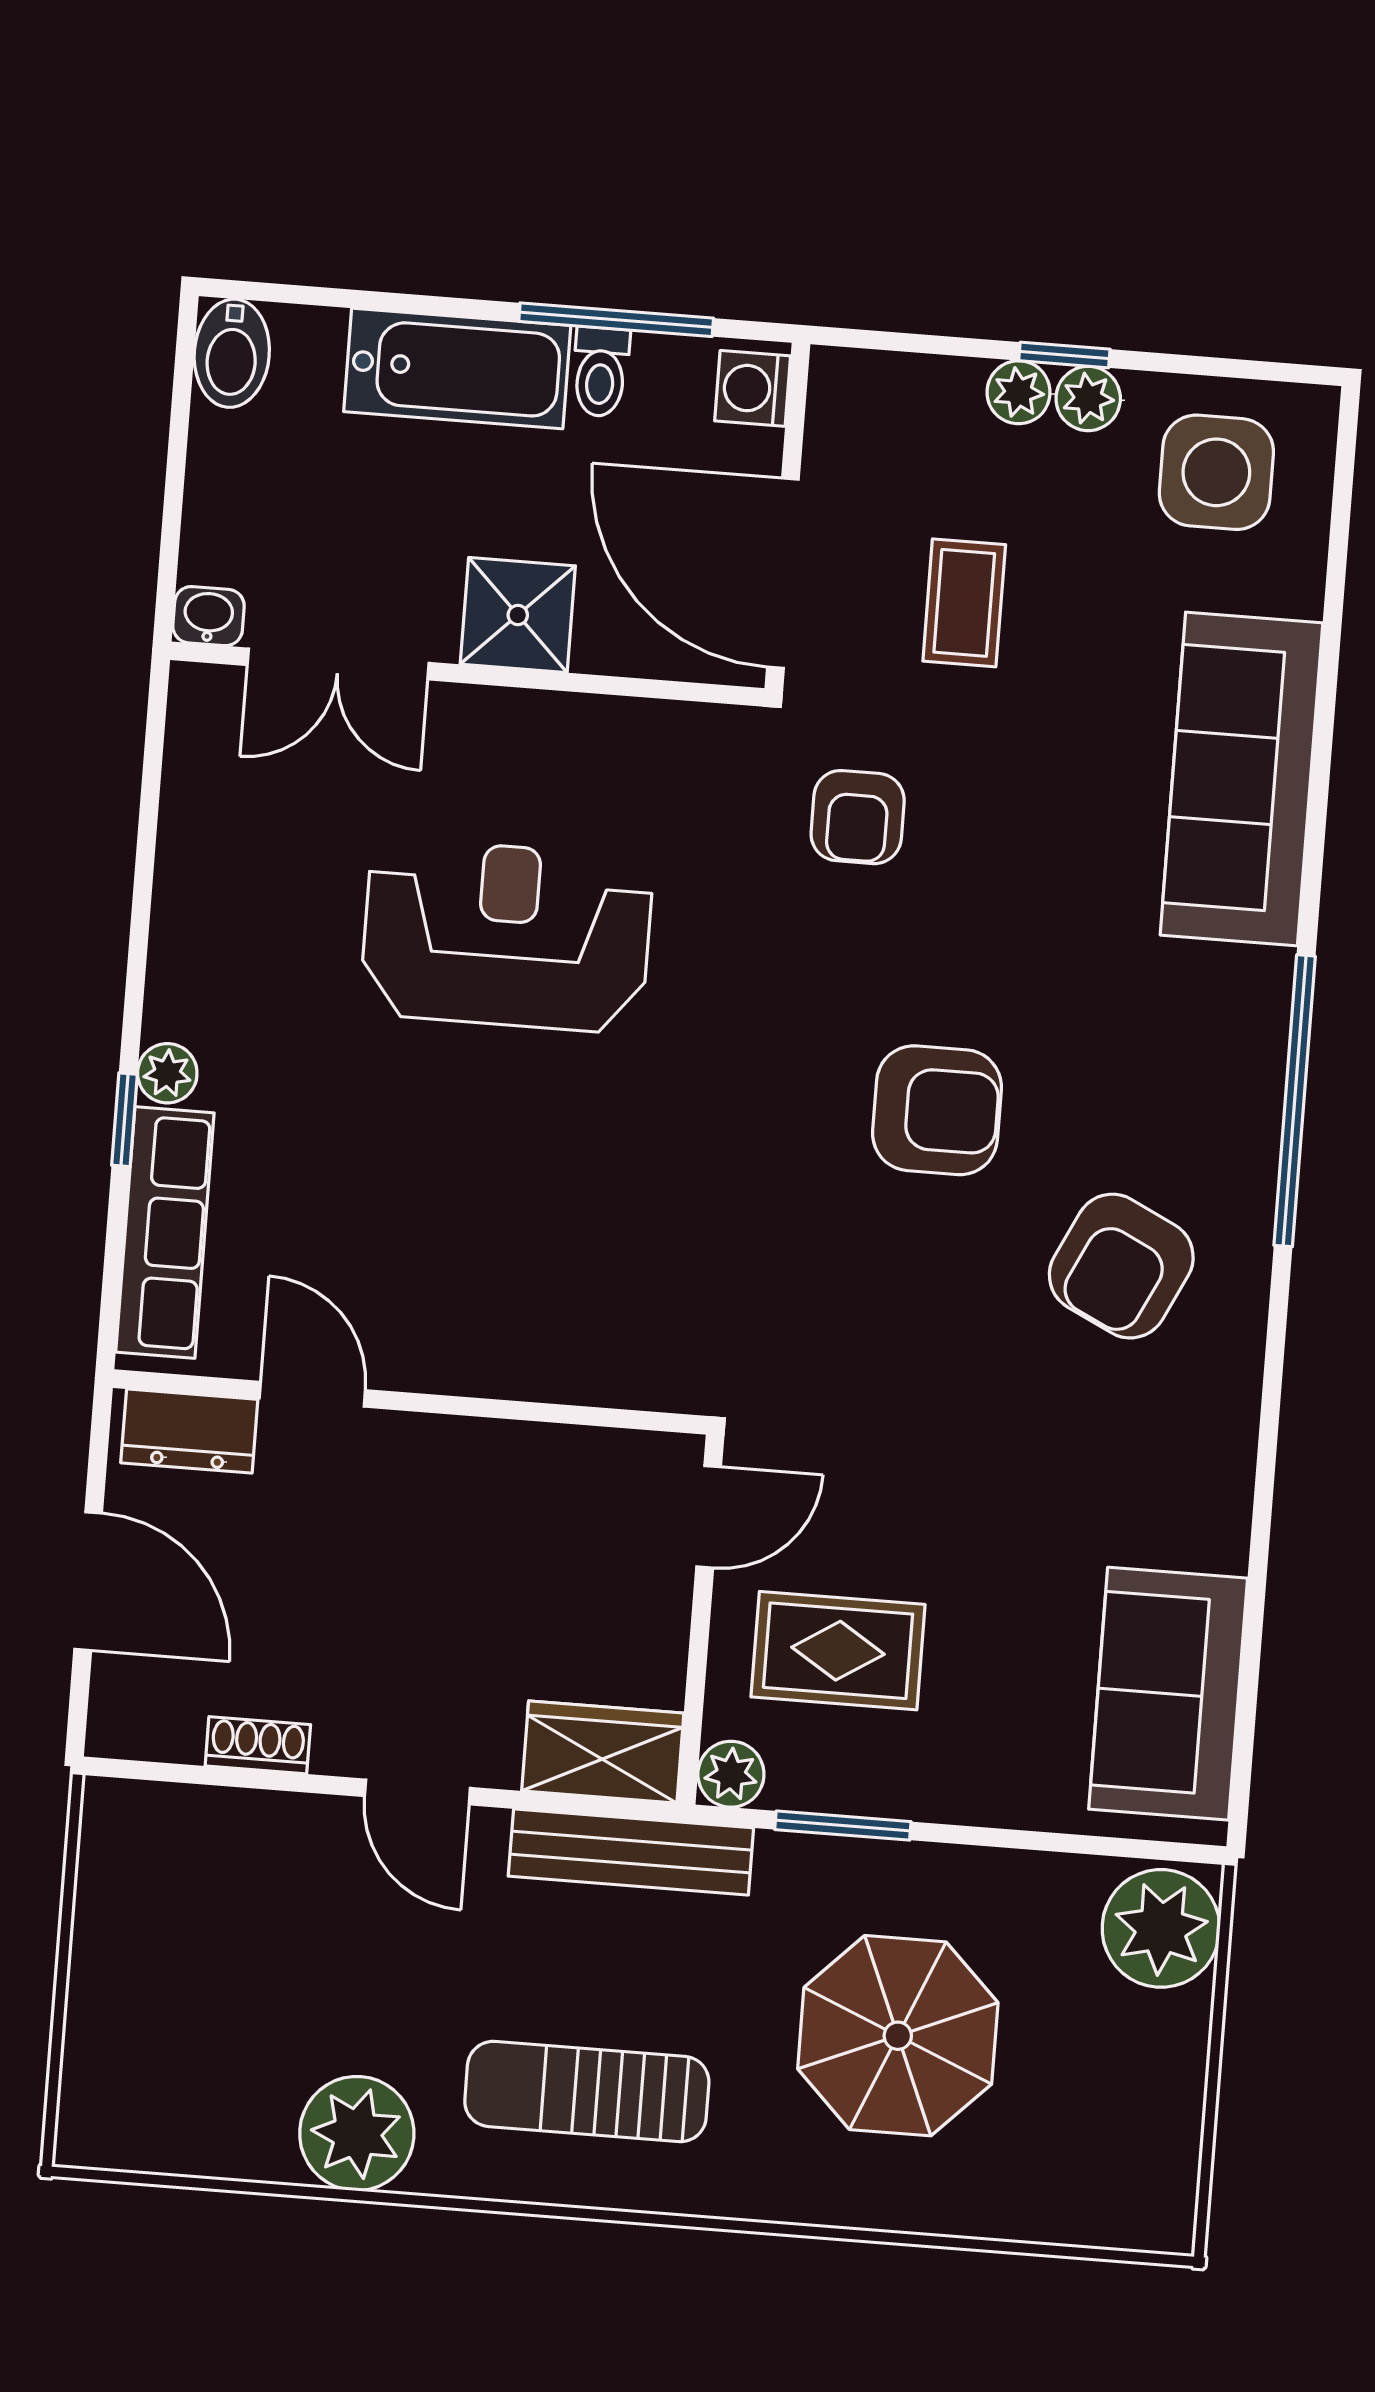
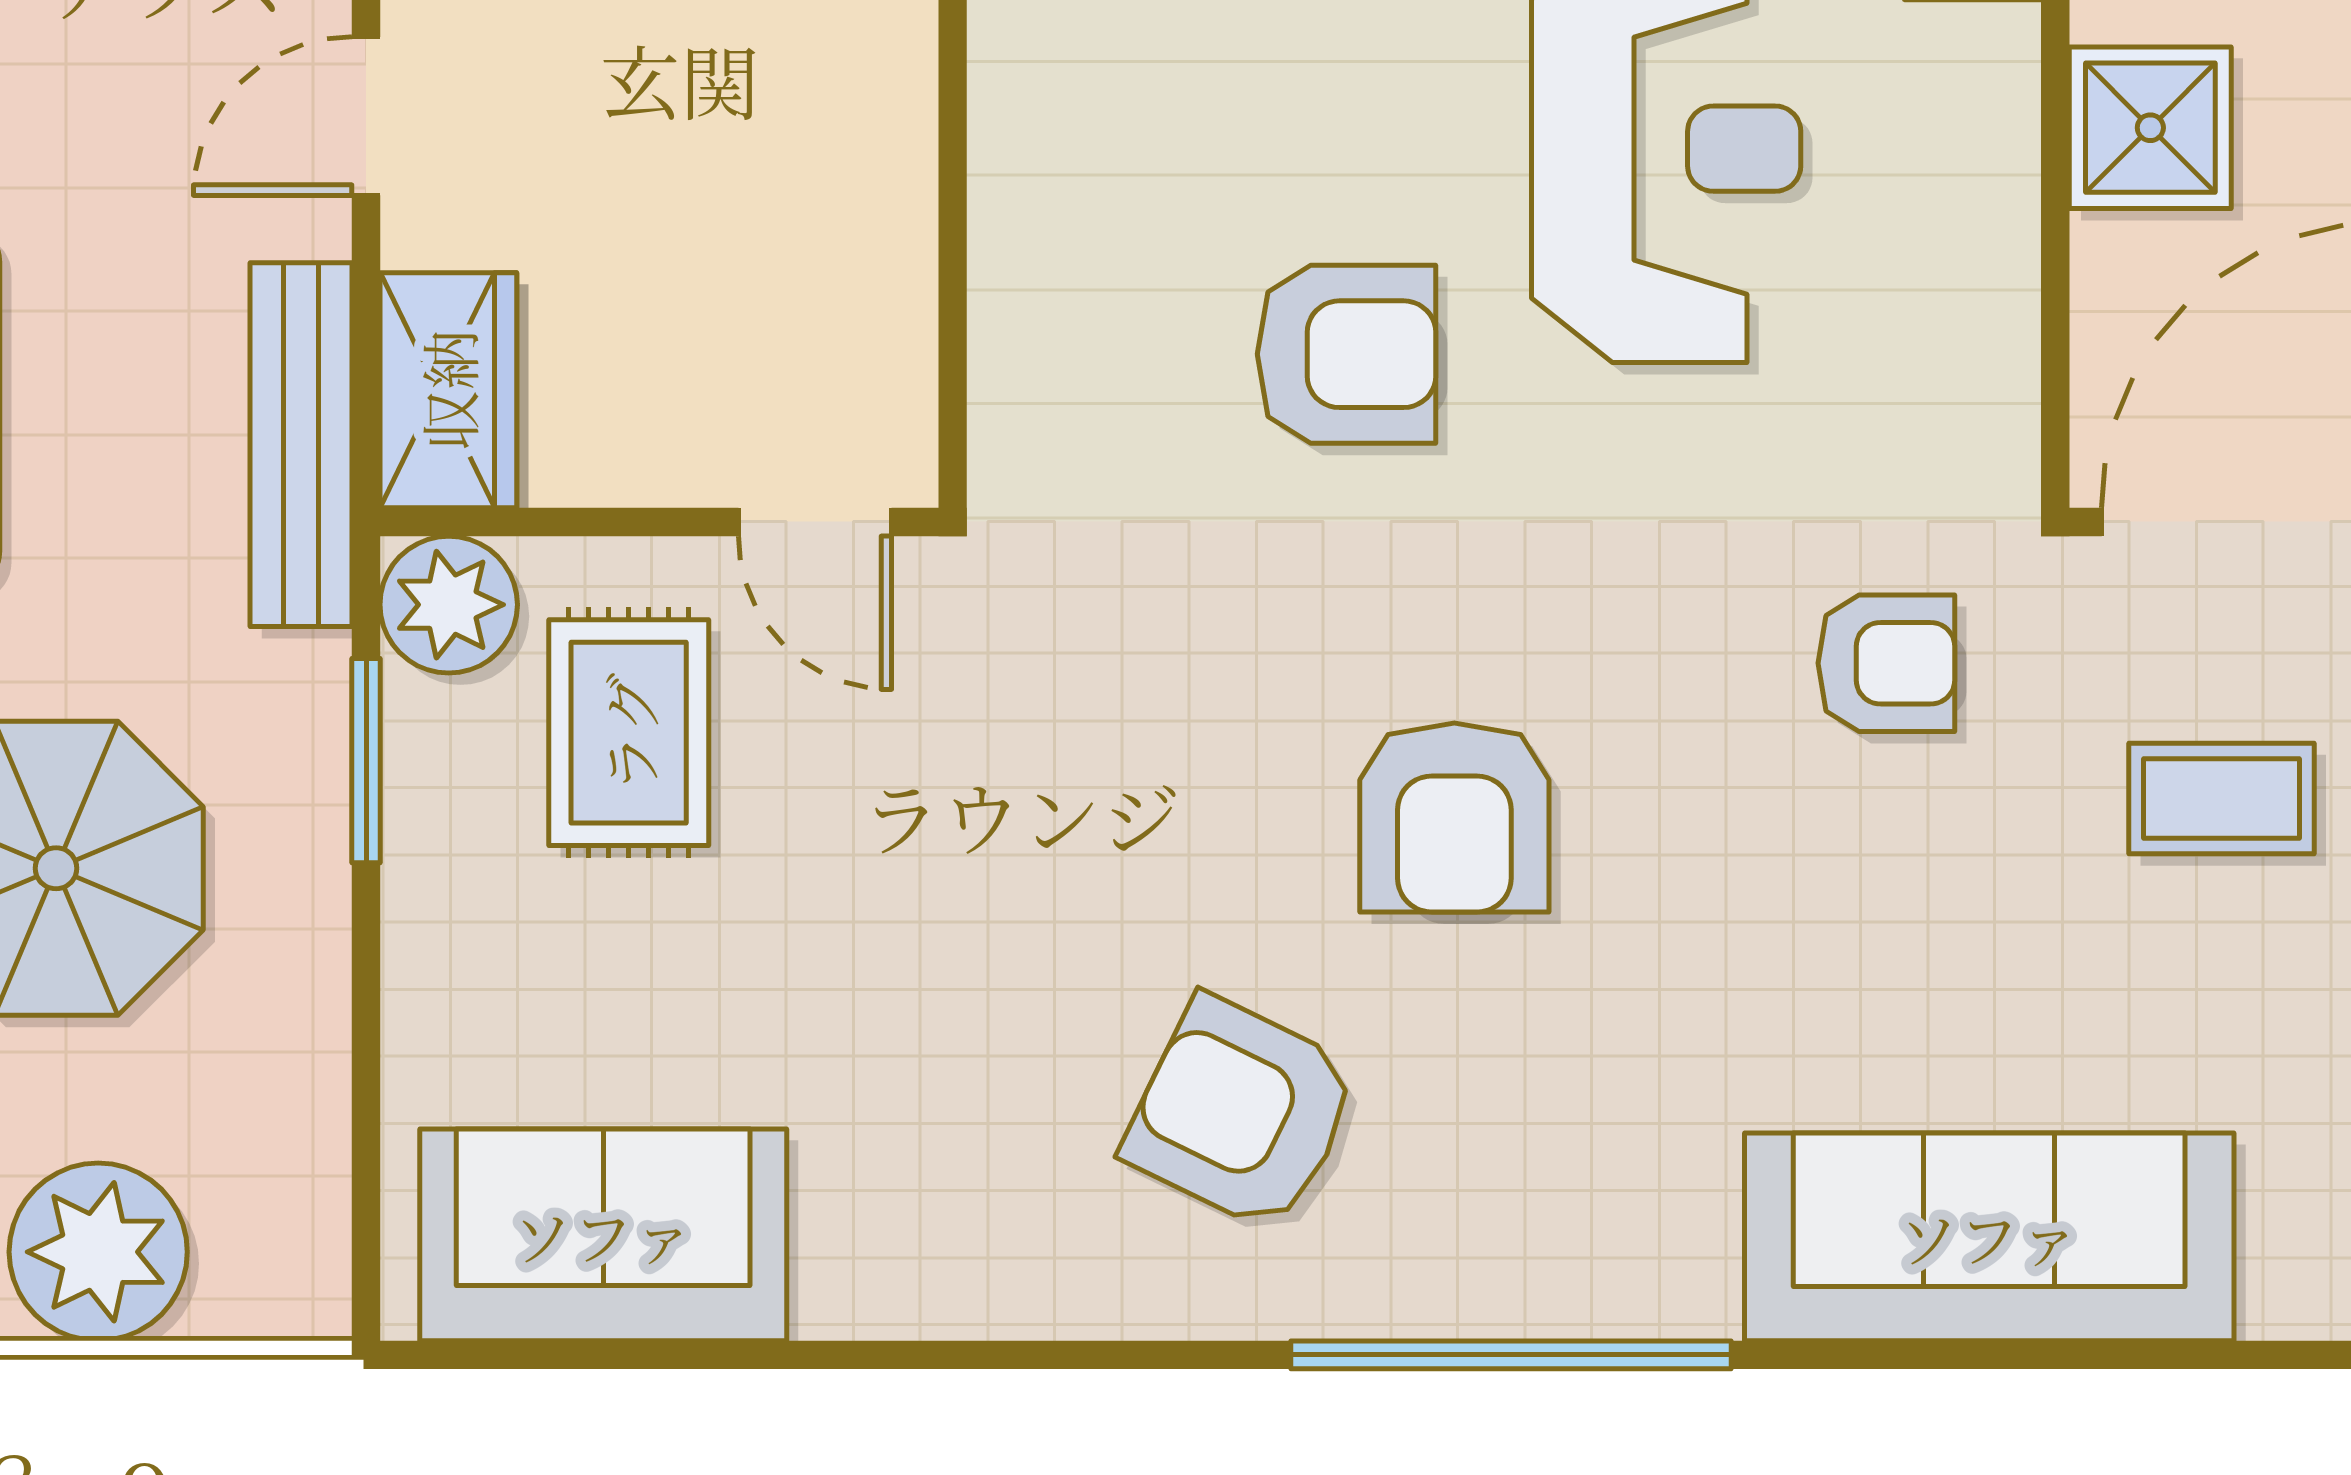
armchair: (858, 817) -> (1886, 663), turned 180
armchair: (626, 1157) -> (1347, 354), added
plant: (731, 1774) -> (449, 605), width x1.38, depth x1.38
plant: (1161, 1928) -> (98, 1252), moved

